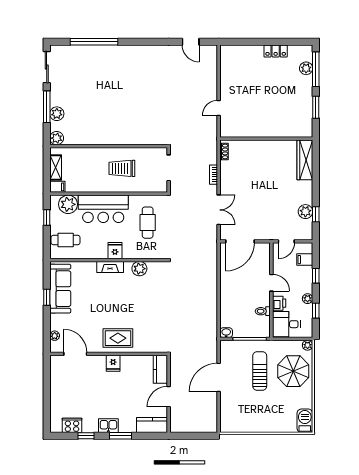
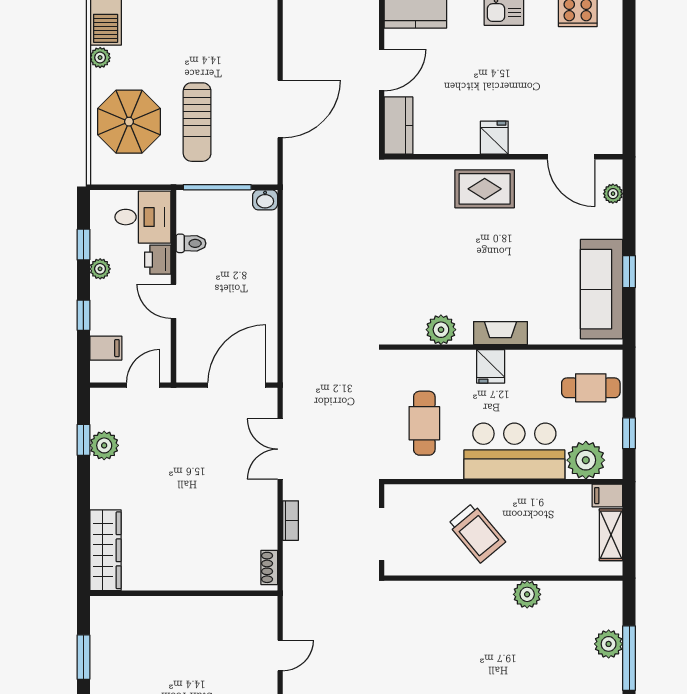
plant: (57, 138) -> (527, 594), moved
trolley: (122, 168) -> (477, 533), turned 50
plant: (308, 345) -> (100, 58), moved

